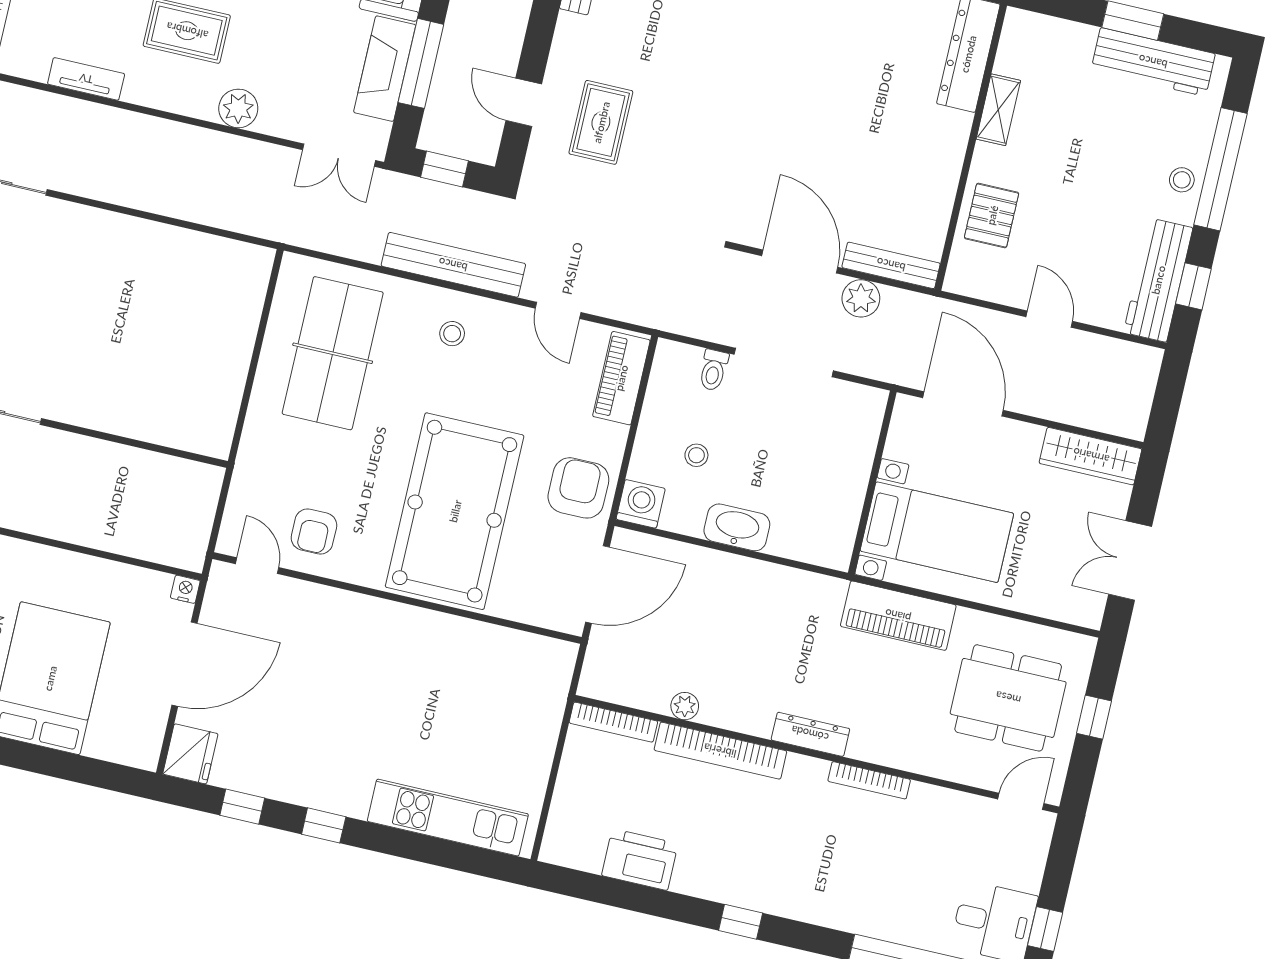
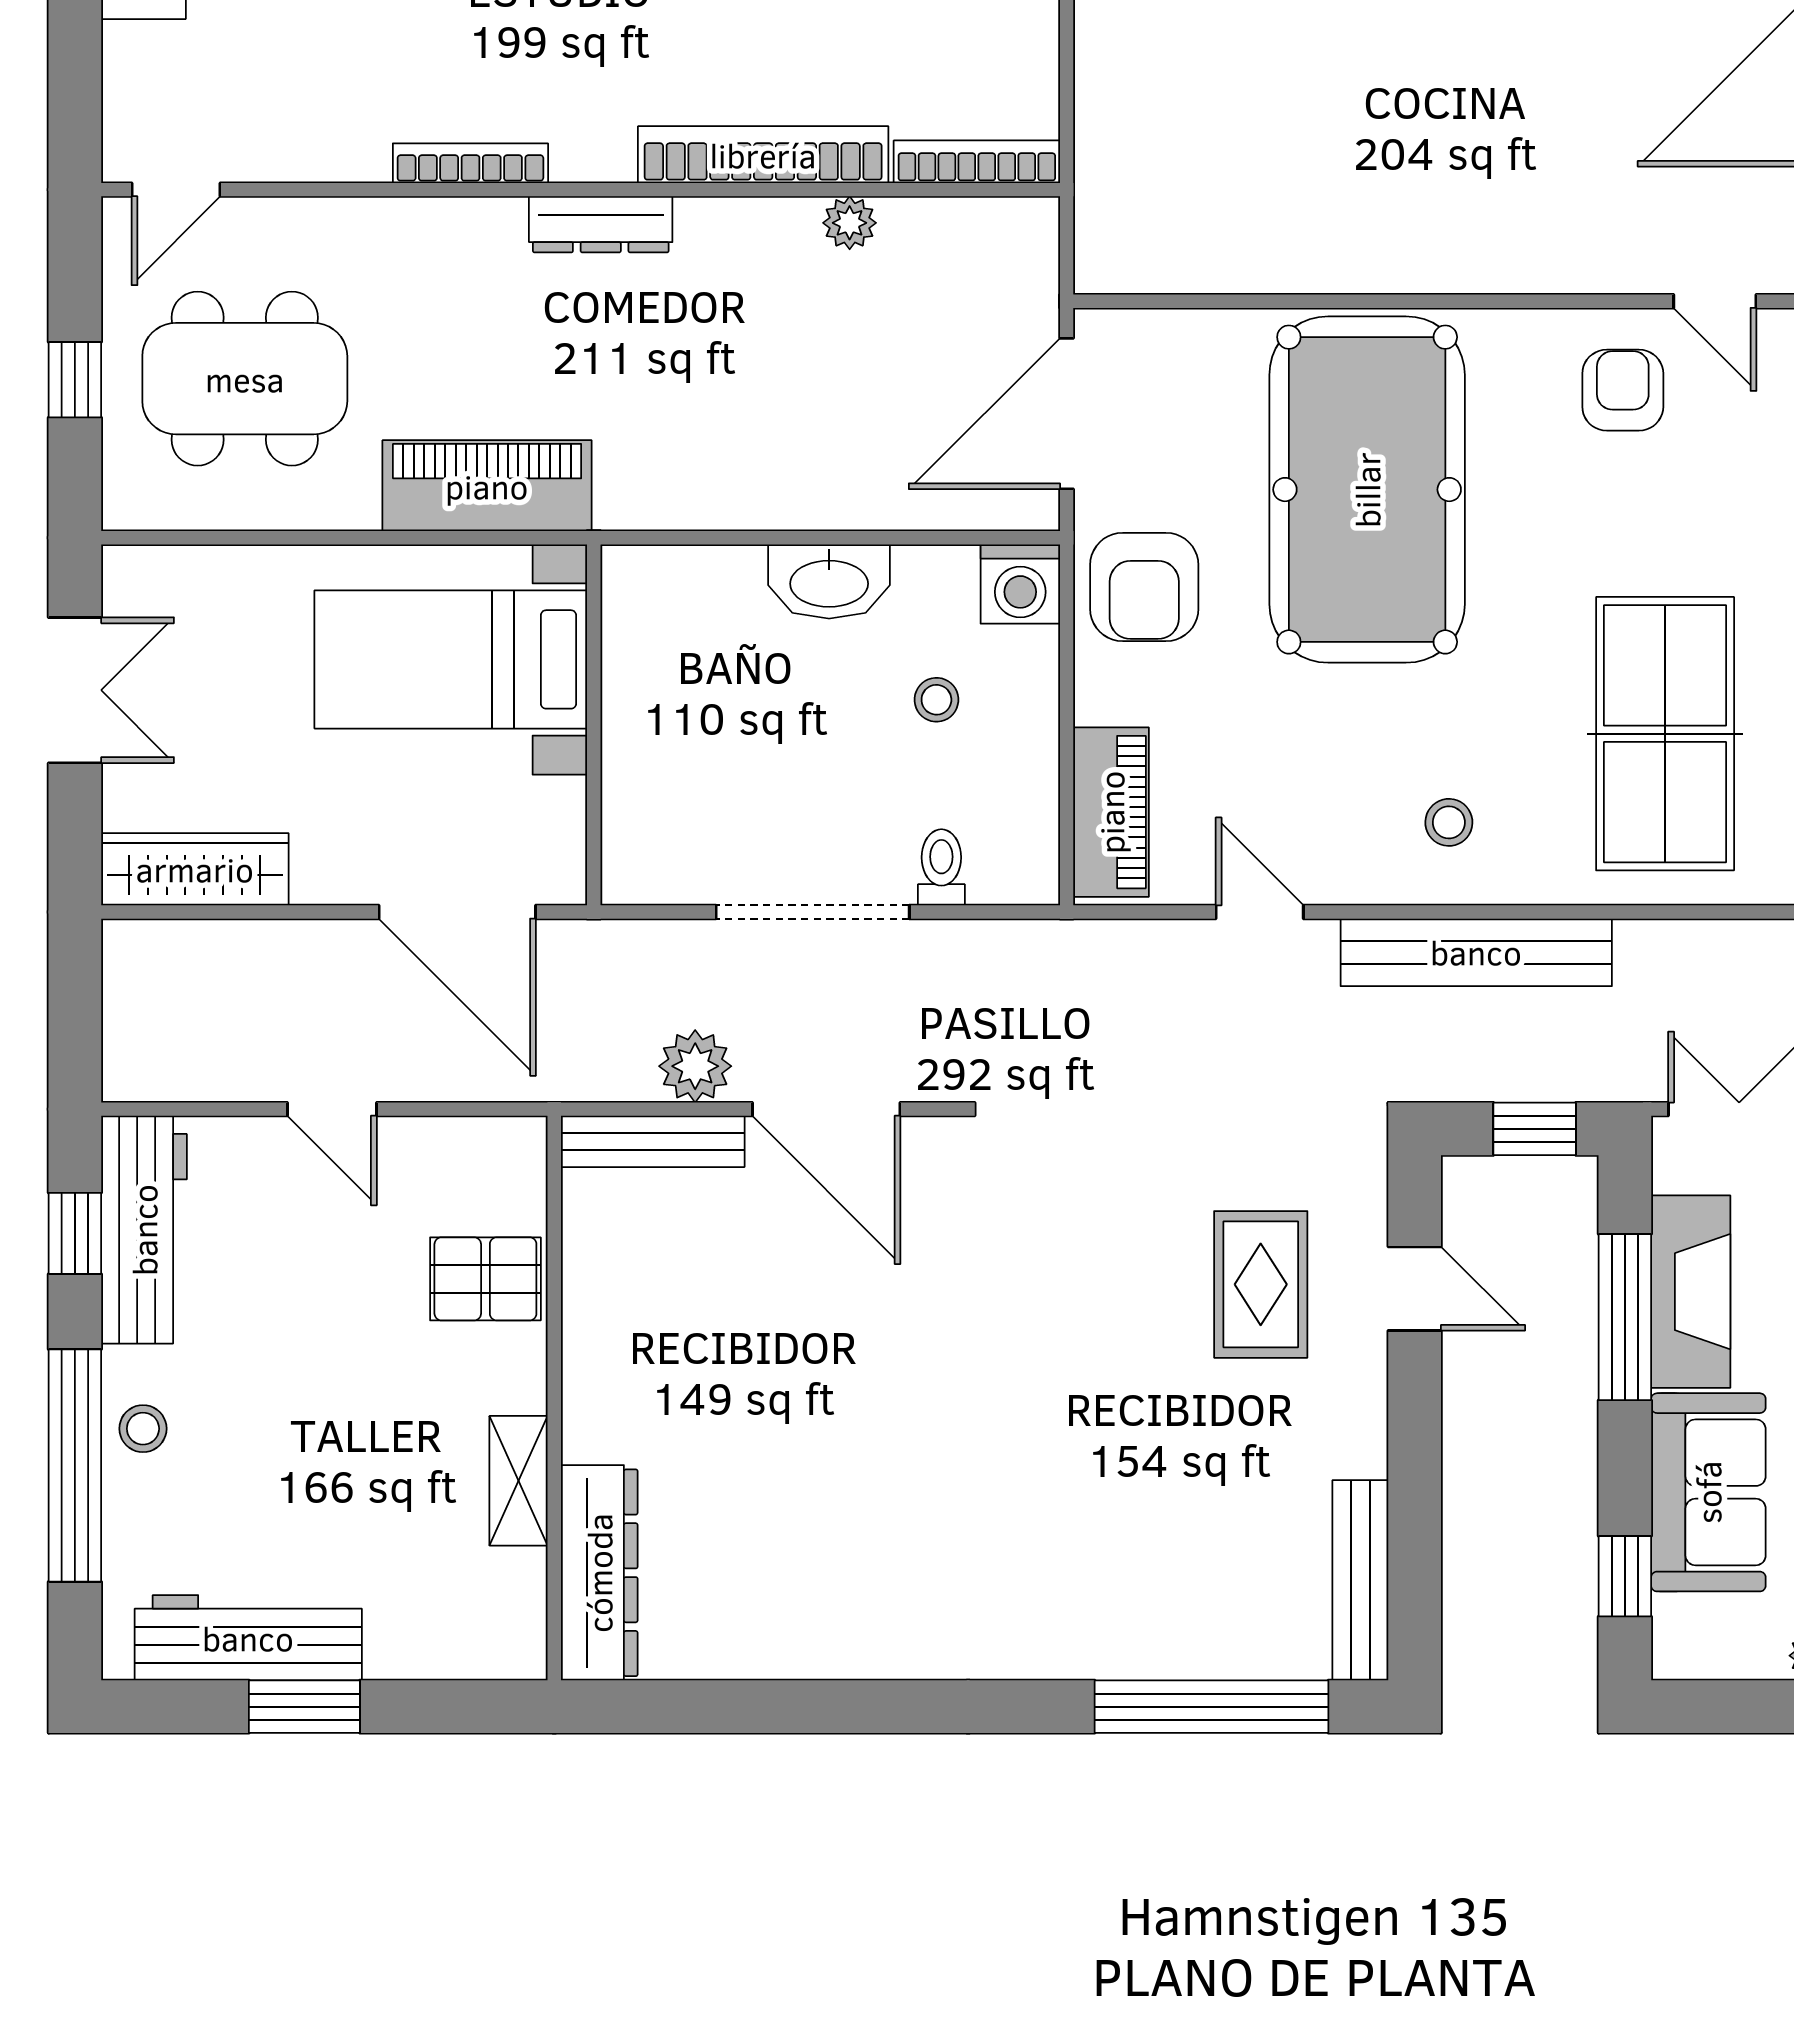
pallet: (992, 215) -> (485, 1279), turned 90

